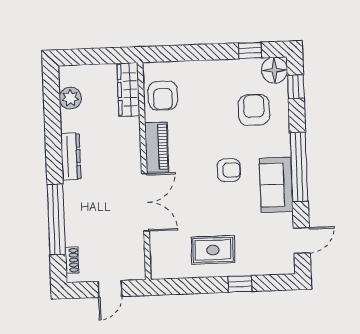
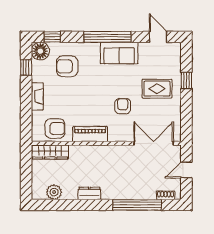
fireplace: (208, 68) -> (37, 96), added
dresser: (71, 156) -> (89, 193), width x0.70
armchair: (229, 170) -> (123, 106), moved
double door: (145, 202) -> (154, 143), moved
rug: (213, 250) -> (157, 89), moved, turned 90
door: (110, 289) -> (186, 170), swing flipped

